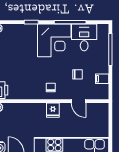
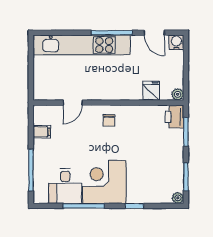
chair: (77, 74) -> (74, 137), removed
door: (79, 101) -> (73, 103), swing flipped
fridge: (53, 110) -> (151, 91), moved

